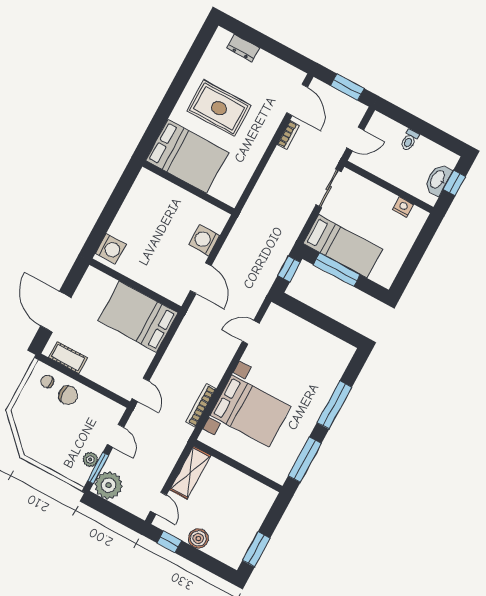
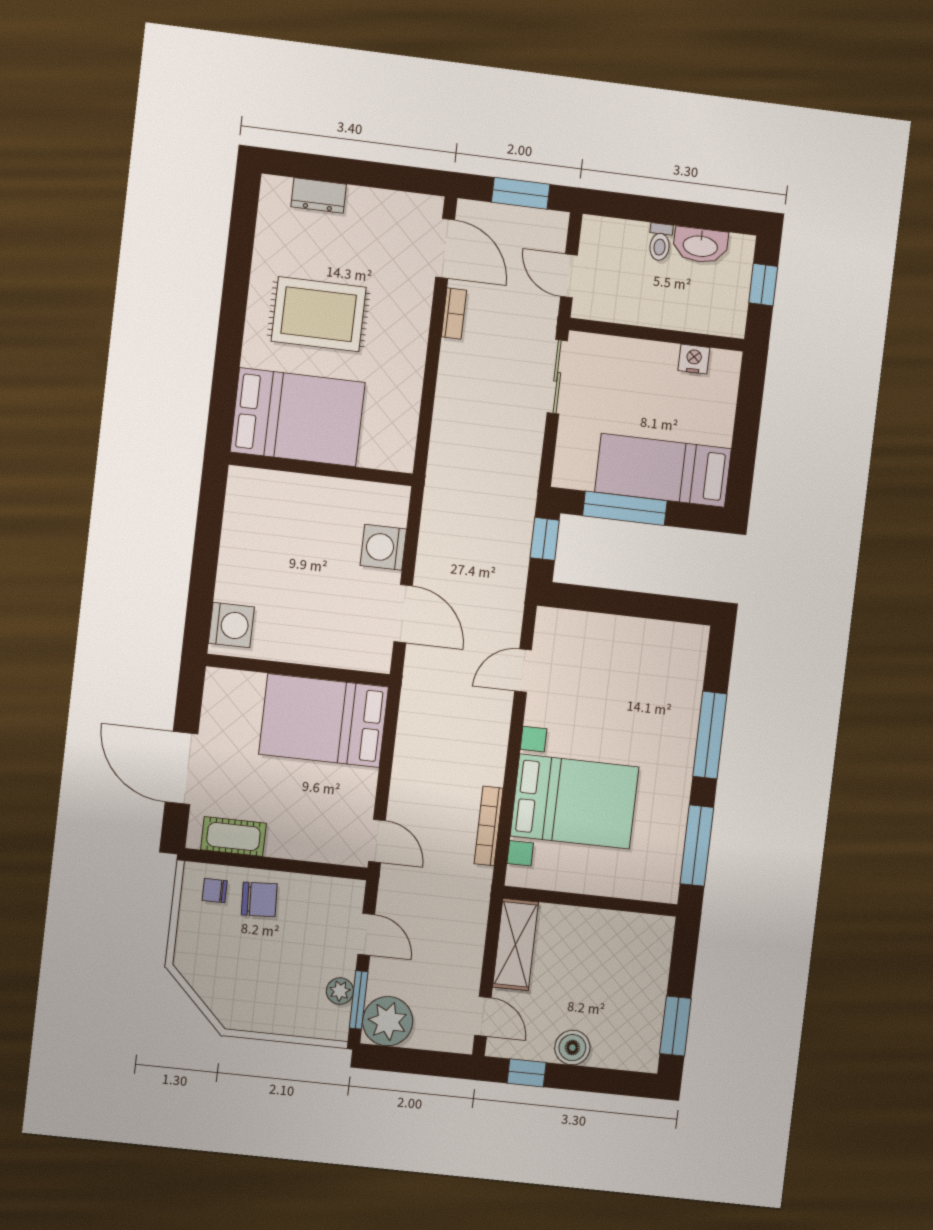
door: (355, 139) -> (569, 276), swing flipped
washbasin: (438, 180) -> (700, 245), moved, turned -90
bed: (343, 246) -> (663, 470), moved, turned 180

